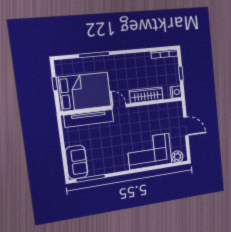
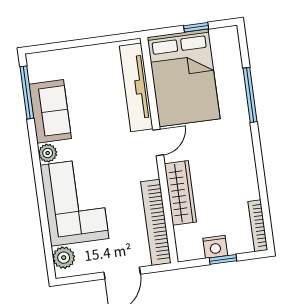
nightstand: (176, 92) -> (215, 247), moved
bookcase: (161, 108) -> (156, 222), added
sofa: (77, 162) -> (50, 111), moved, turned -90
plant: (124, 166) -> (48, 153), added

